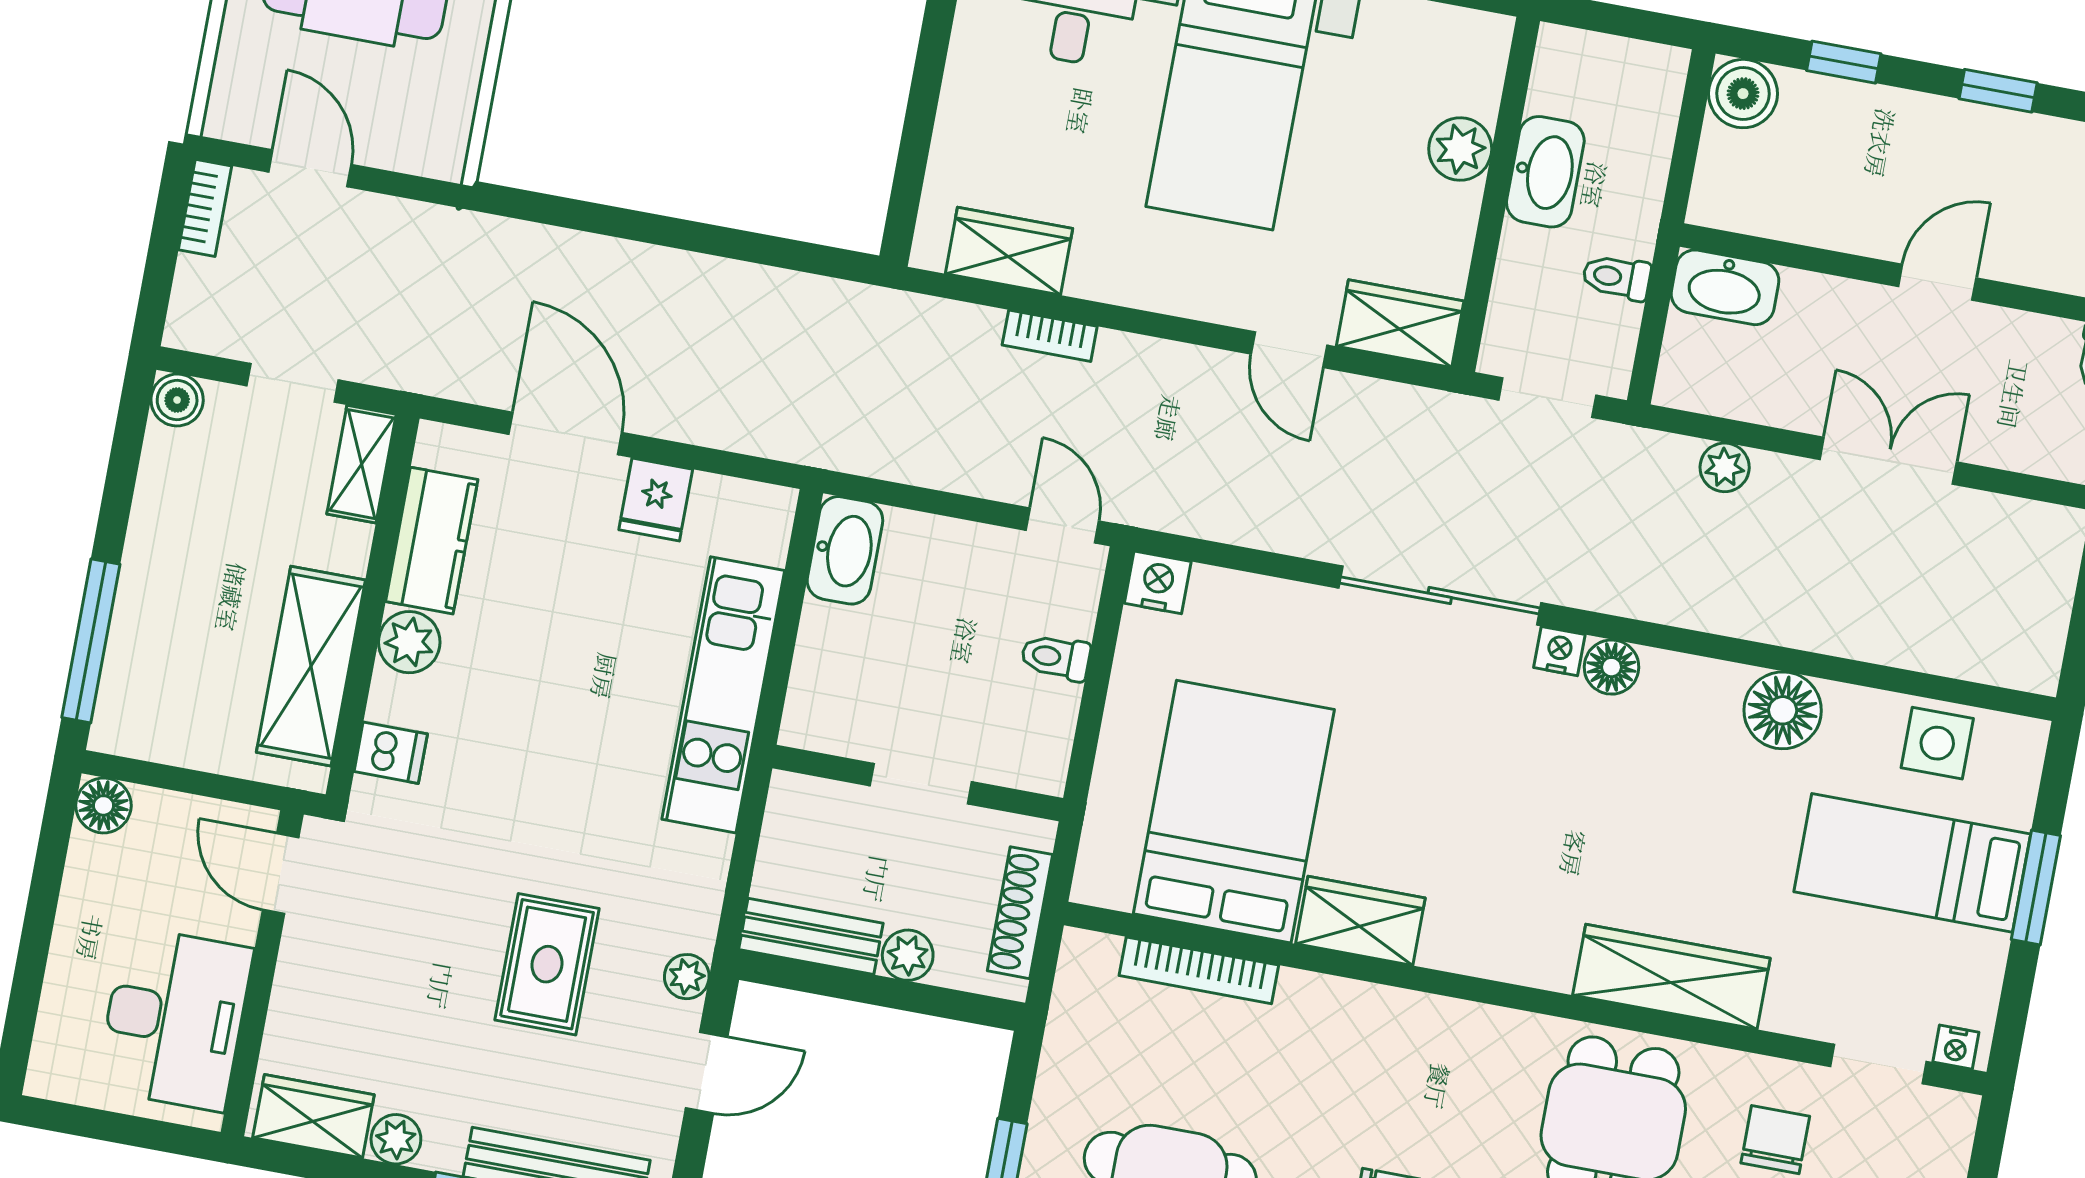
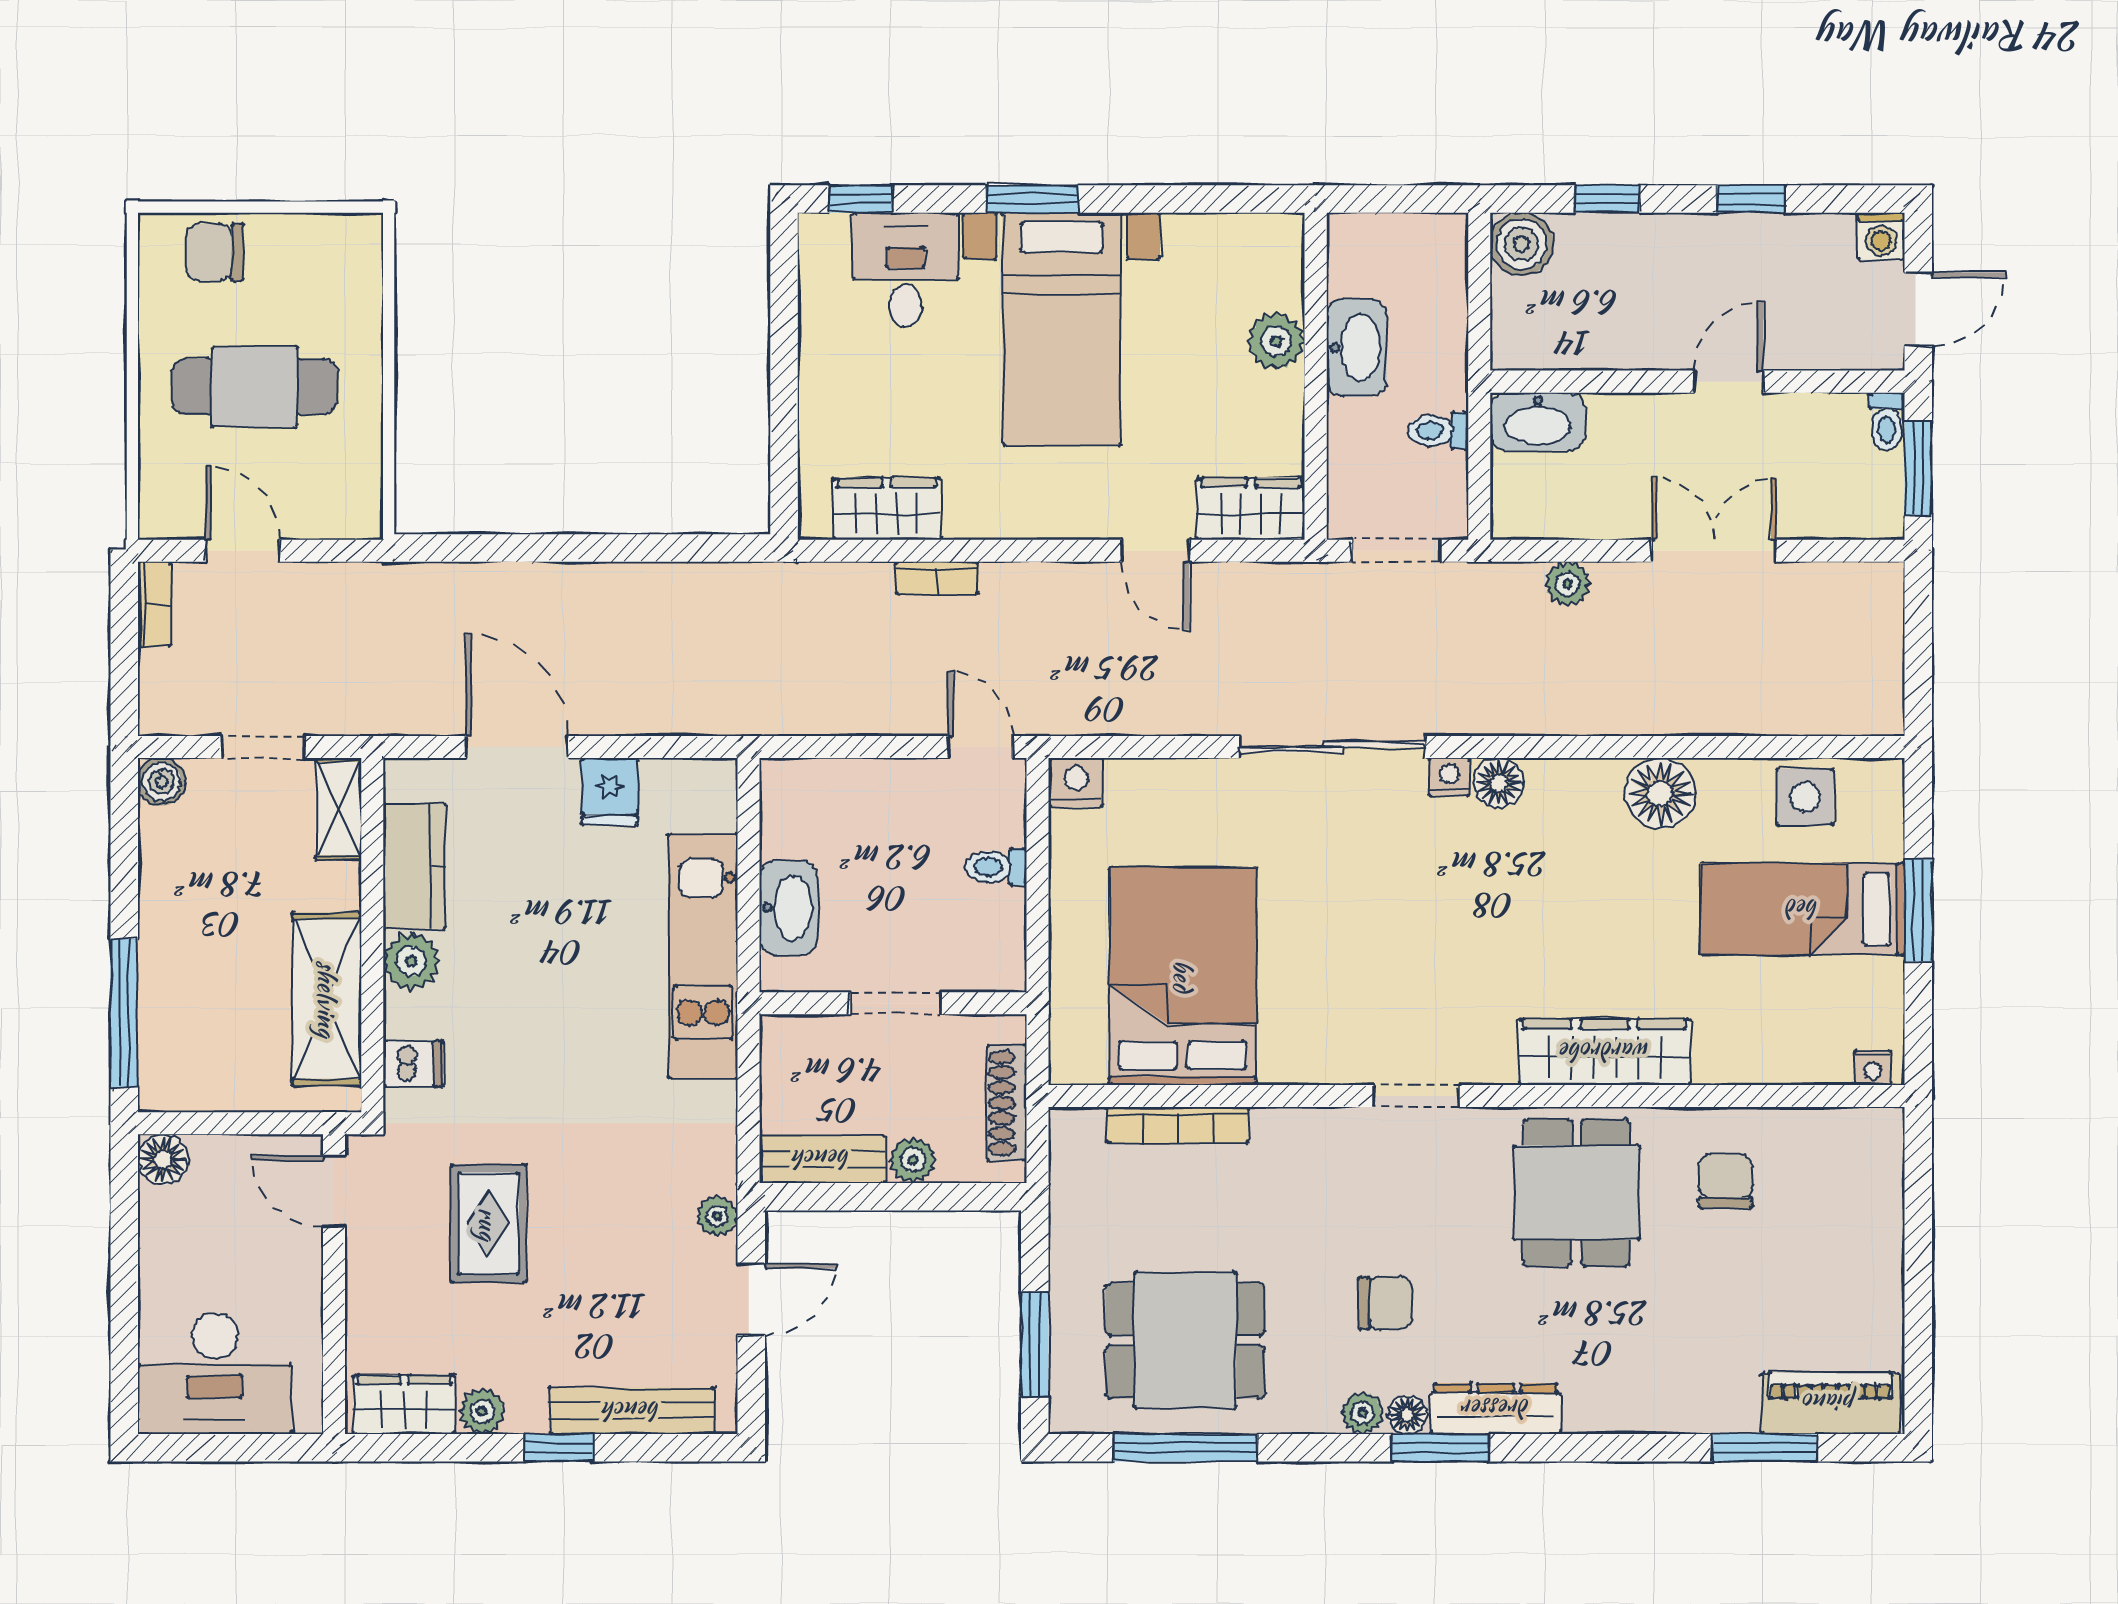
washbasin: (845, 550) -> (789, 908), moved
wardrobe: (1360, 921) -> (1315, 1053), removed
rug: (547, 964) -> (488, 1224), moved
desk: (175, 1019) -> (215, 1374), moved, turned 90
doorway: (1878, 1064) -> (1417, 1096), moved

